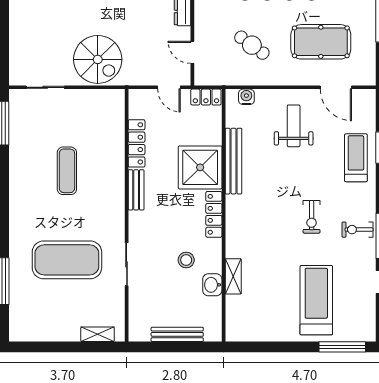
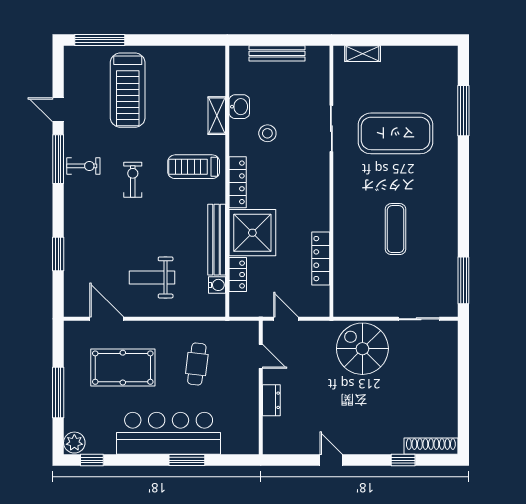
cafe table: (252, 45) -> (197, 364), turned 61
locker: (206, 97) -> (238, 275), moved, turned 90
water cooler: (246, 97) -> (217, 285), moved, turned -90
weight bench: (294, 126) -> (152, 277), turned 90
treadmill: (356, 158) -> (194, 167), moved, turned 90
bench: (136, 190) -> (321, 209), removed

